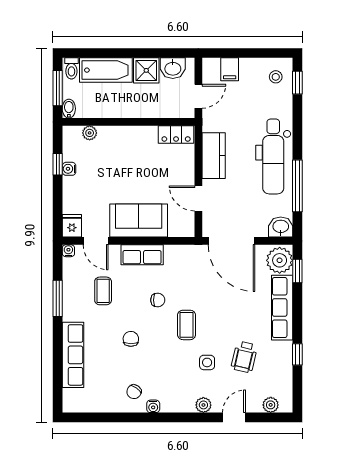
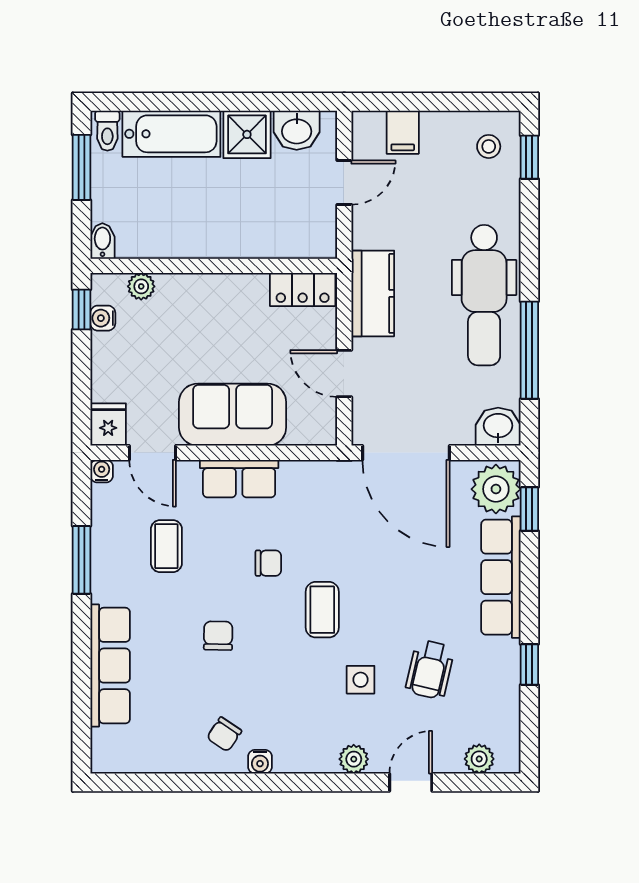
bidet: (69, 109) -> (102, 241), moved
wall: (128, 122) -> (214, 266), moved
plant: (90, 133) -> (141, 286), moved
locker: (176, 135) -> (303, 289), moved

